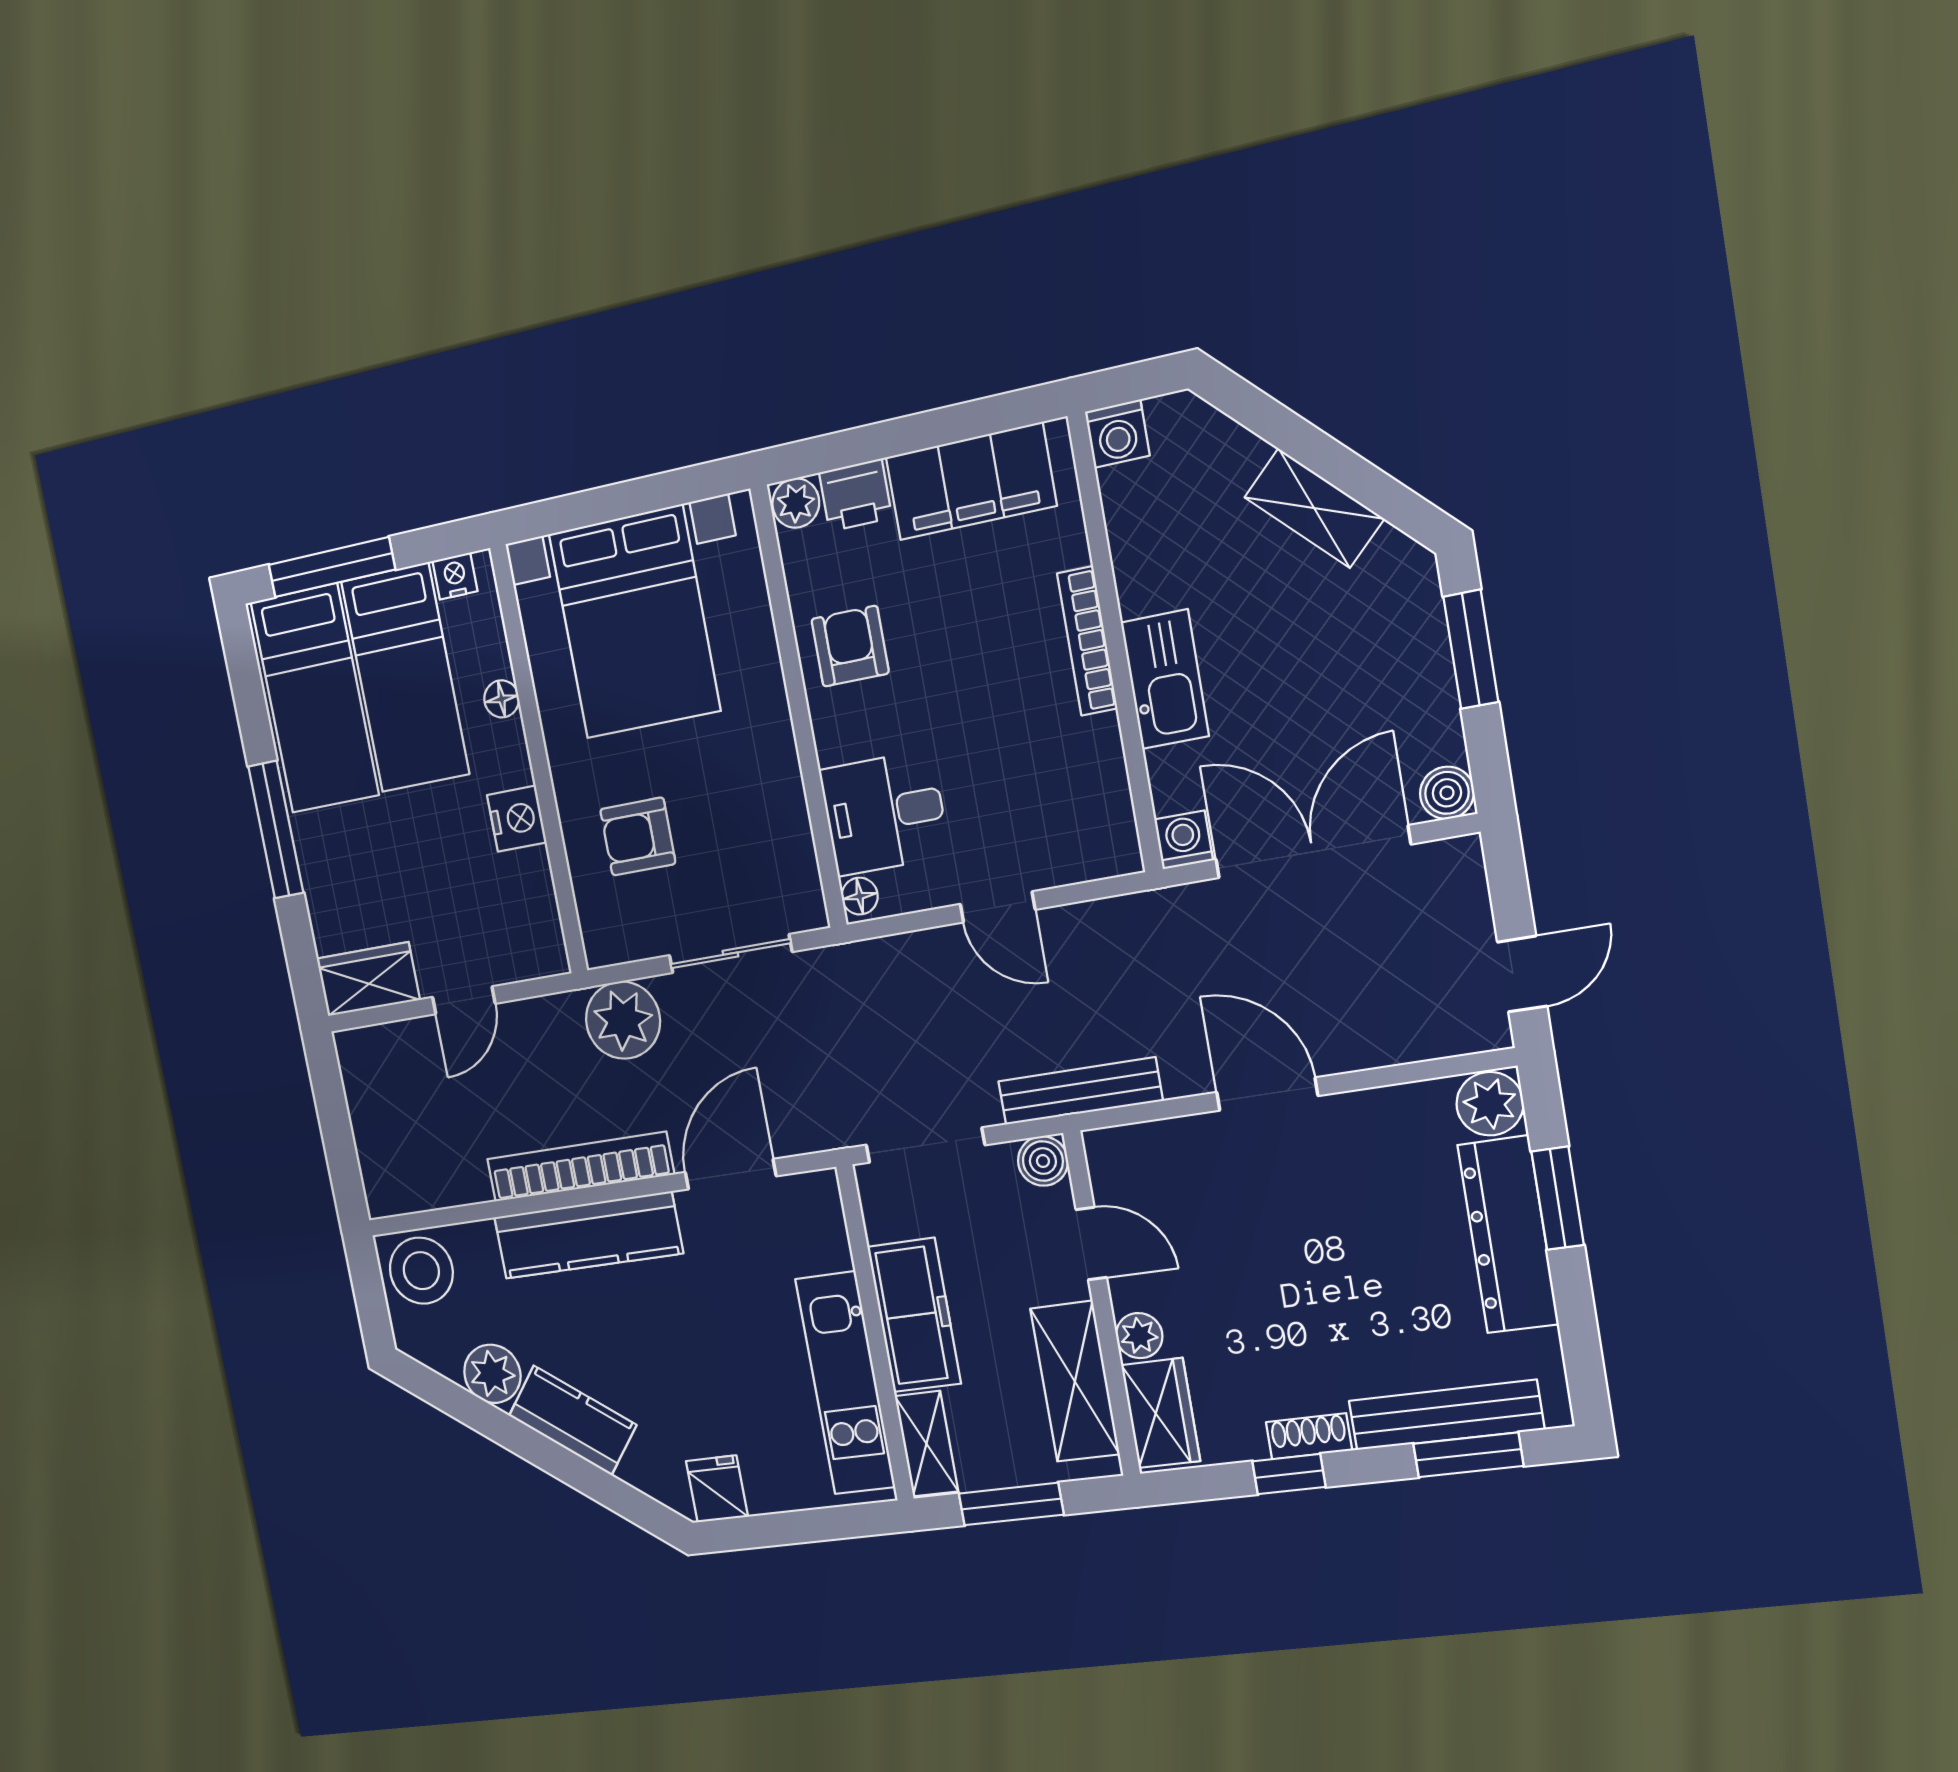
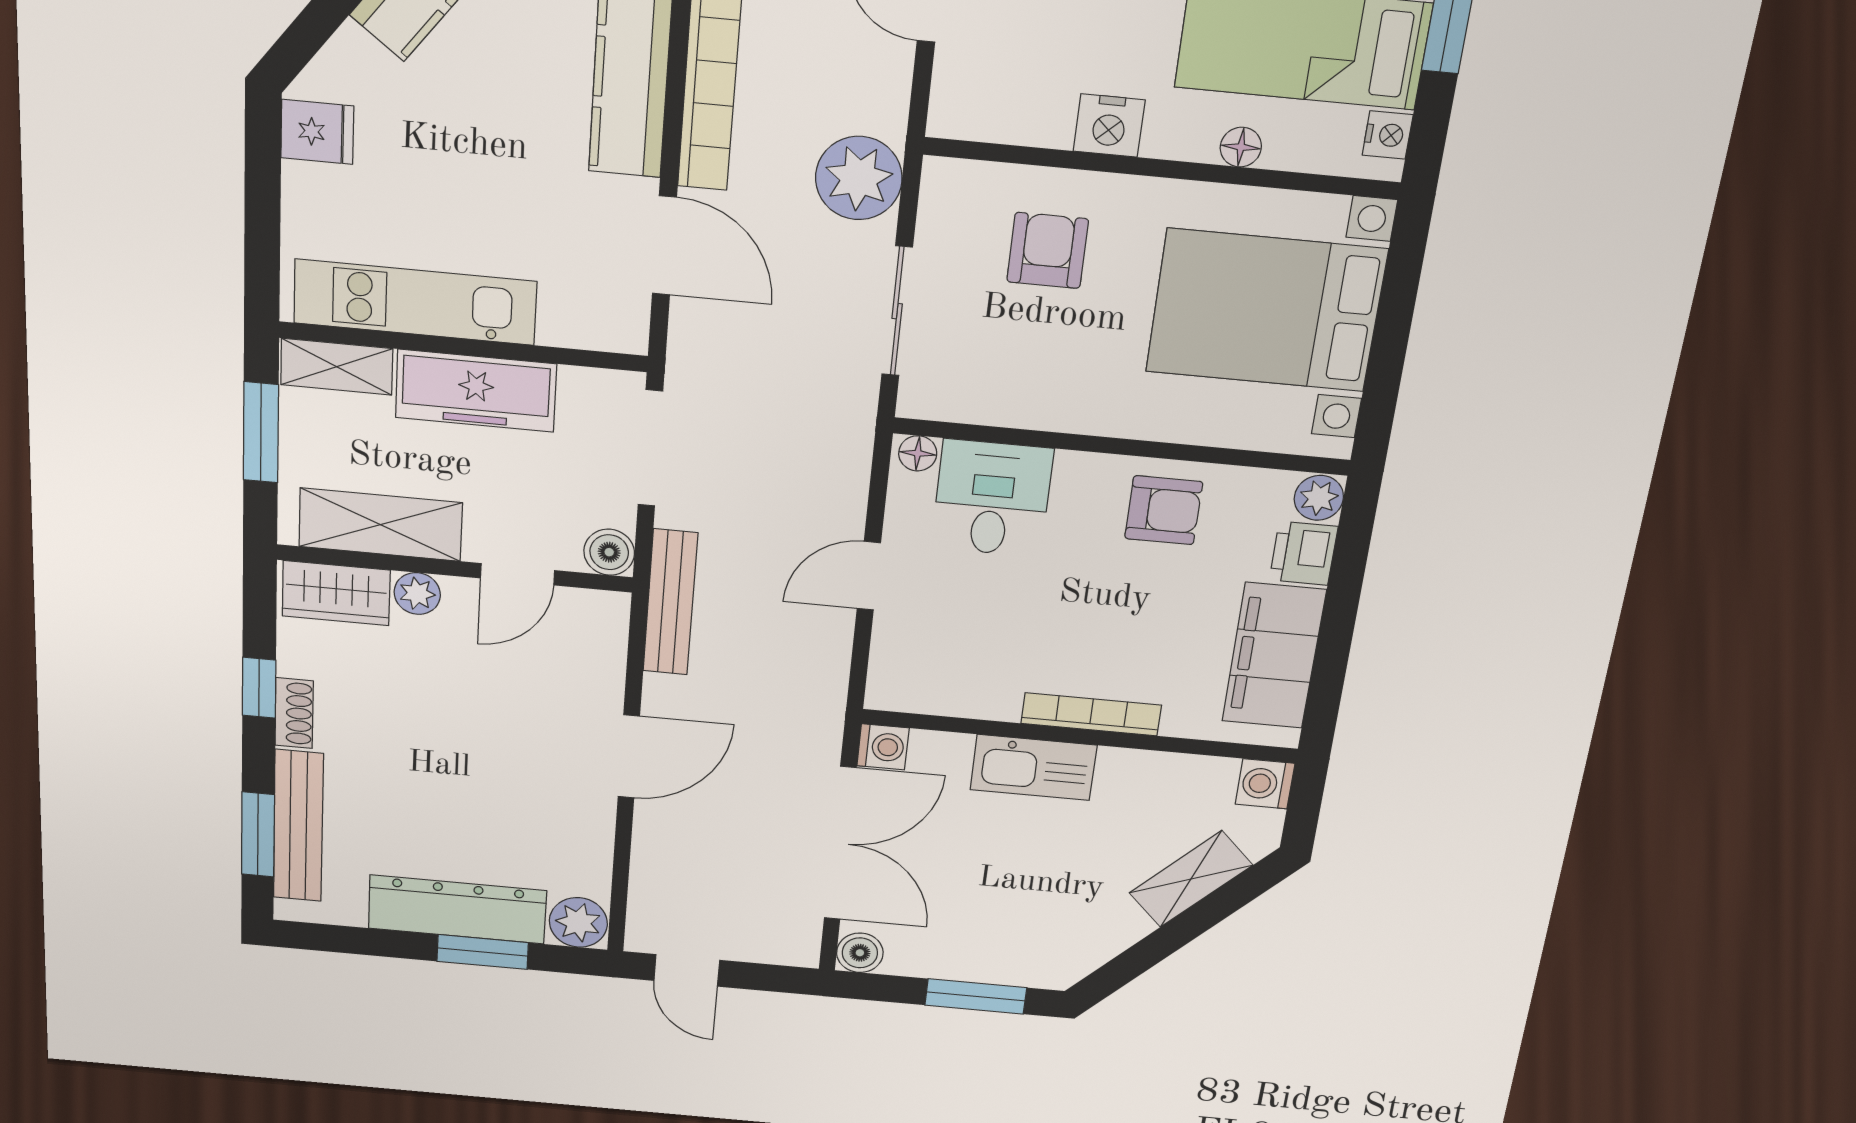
shelving: (1314, 508) -> (1191, 879), moved

